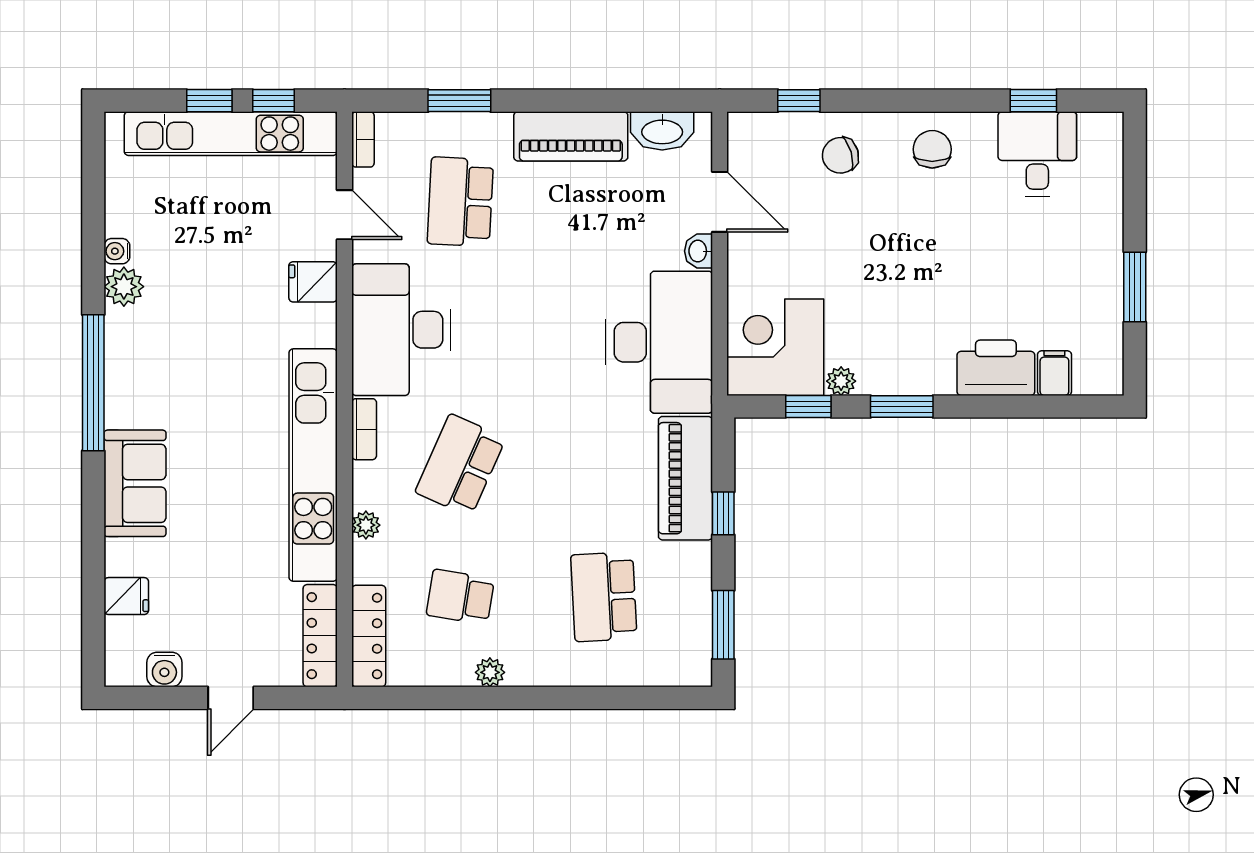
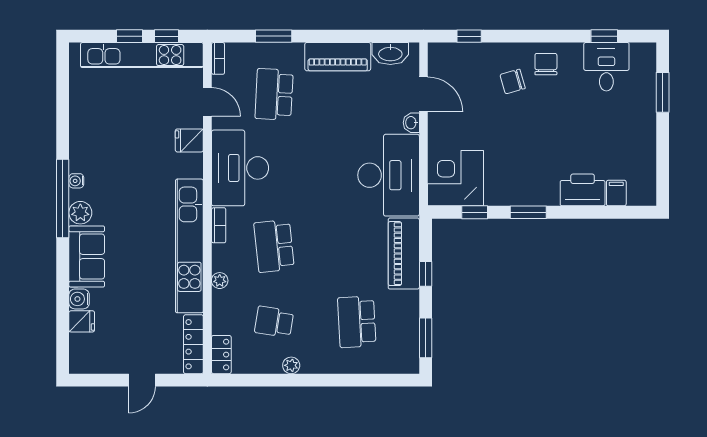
chair: (840, 155) -> (513, 81), moved
water cooler: (117, 251) -> (76, 181), moved
plant: (124, 287) -> (80, 213), moved
window: (1135, 287) -> (663, 92), moved
plant: (841, 381) -> (493, 198), removed
school desk: (460, 465) -> (274, 246), turned -30
locker: (369, 636) -> (221, 355), width x0.66
water cooler: (164, 670) -> (79, 299), moved, turned 90

